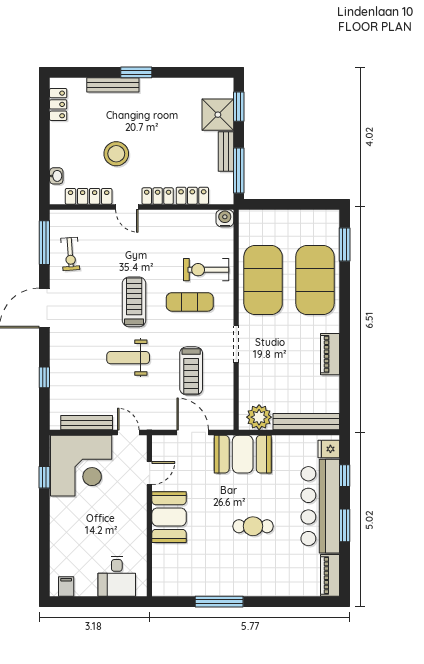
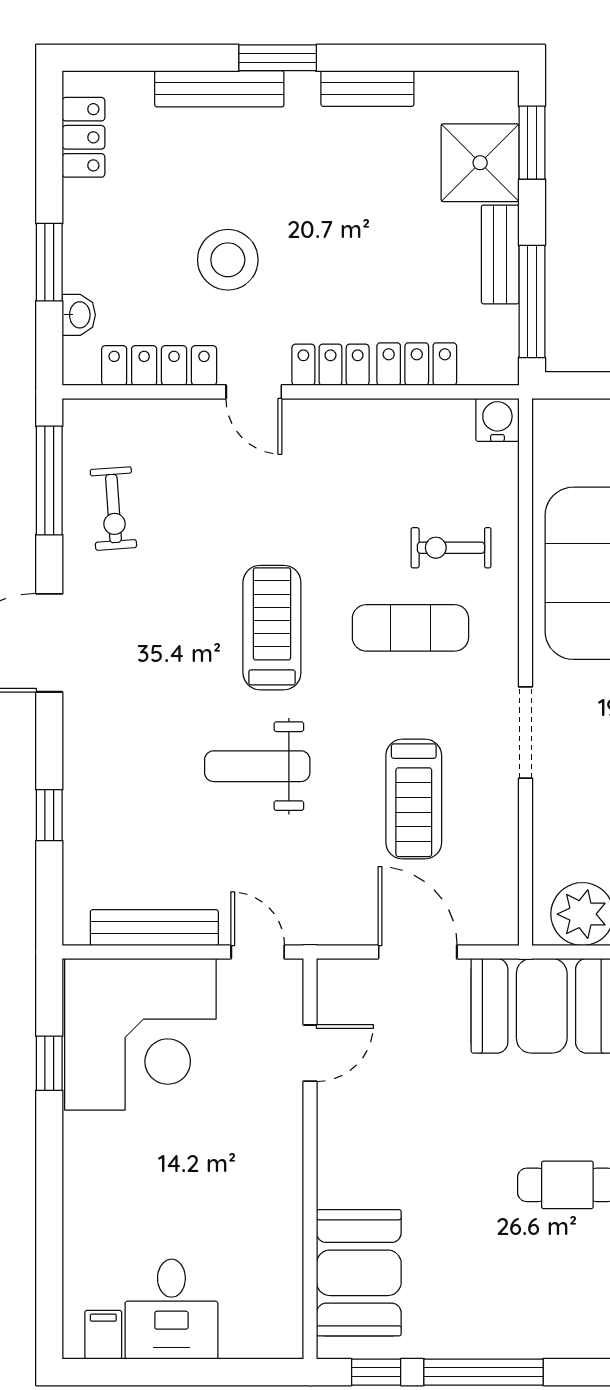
bench: (172, 85) -> (367, 89), added
window: (44, 155) -> (49, 262), added
exercise bike: (206, 270) -> (451, 548), width x0.73, depth x0.72
booth: (169, 517) -> (359, 1273), moved
desk: (117, 576) -> (171, 1309), moved
window: (176, 602) -> (376, 1372), added

